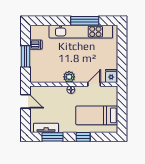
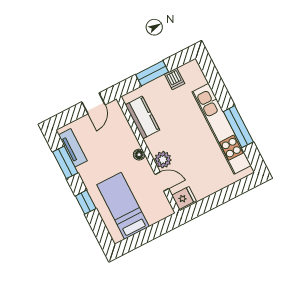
kitchen counter: (49, 76) -> (142, 117), added
plant: (69, 77) -> (163, 160), moved

